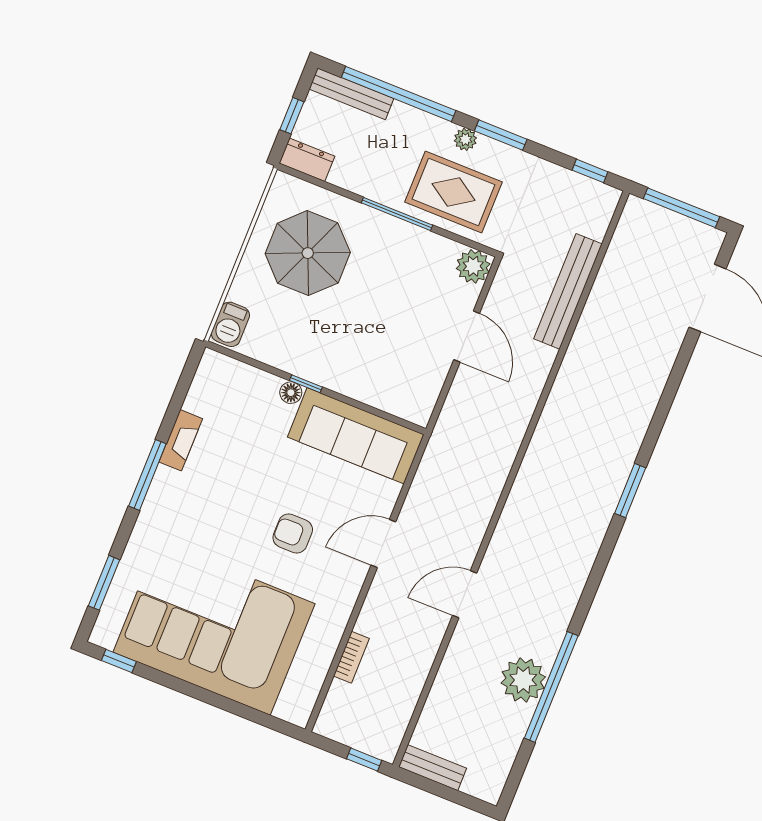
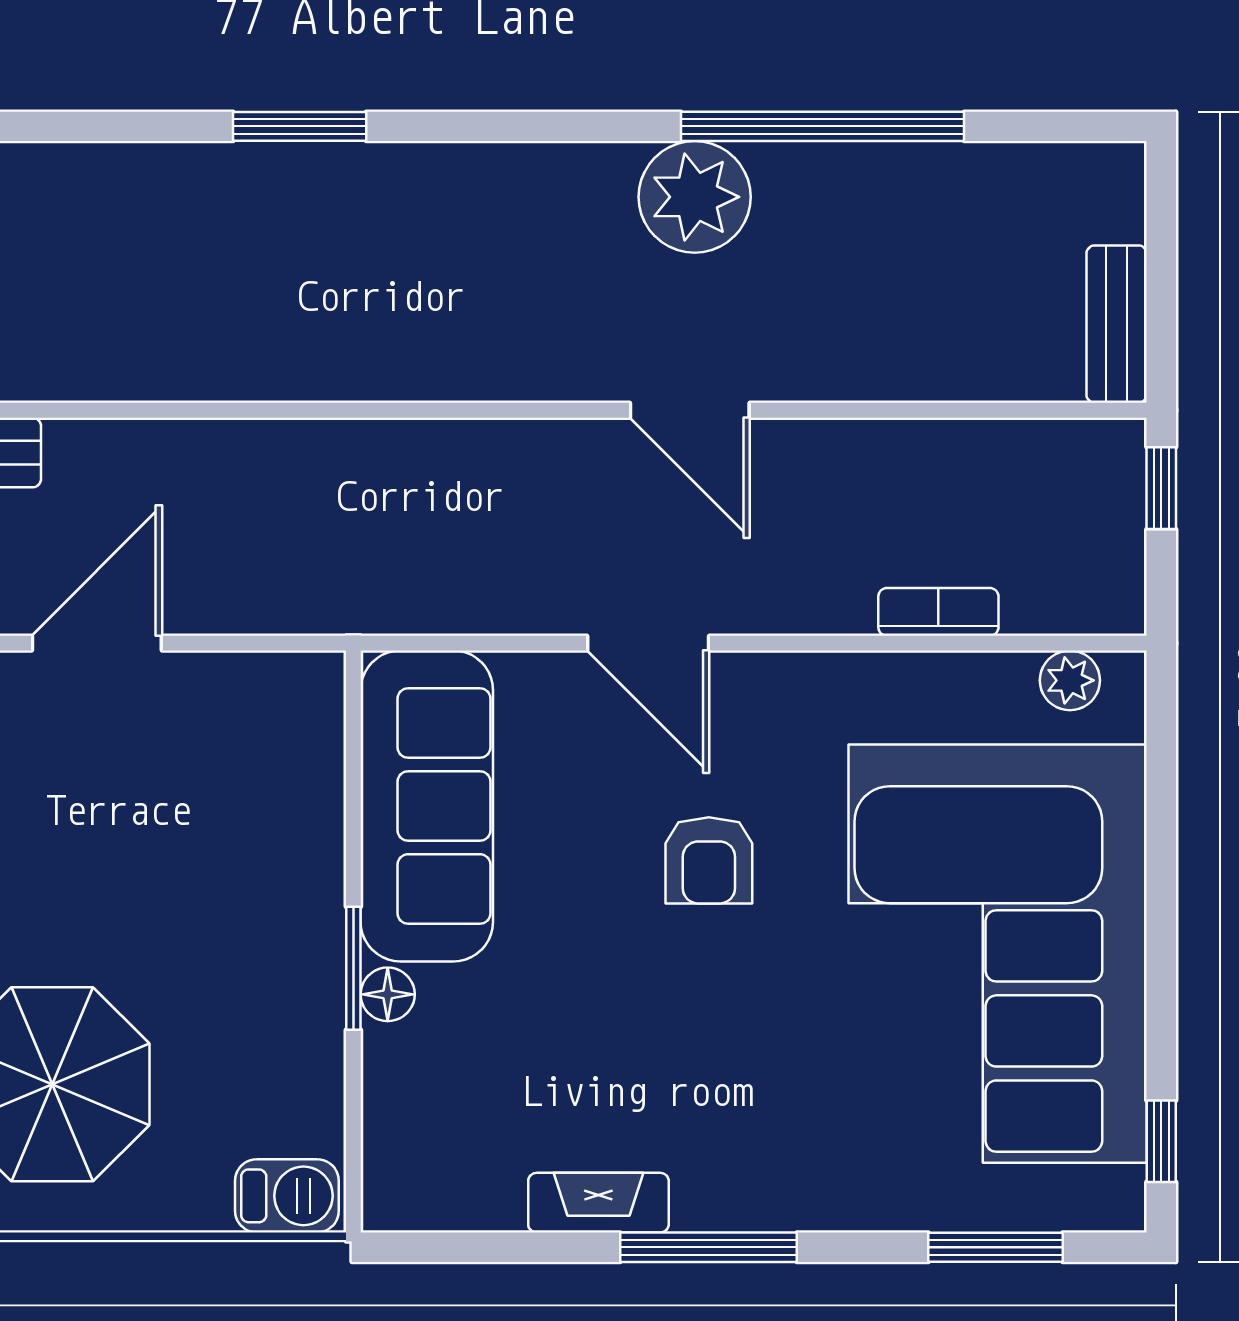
window: (306, 384) -> (353, 968), width x1.50
plant: (523, 680) -> (695, 197), moved
plant: (306, 696) -> (1070, 680), added

